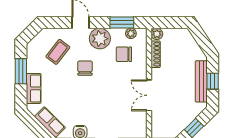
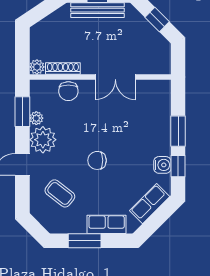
plant: (131, 33) -> (36, 118), moved
chair: (124, 54) -> (68, 91), moved
chair: (85, 68) -> (97, 160), moved

